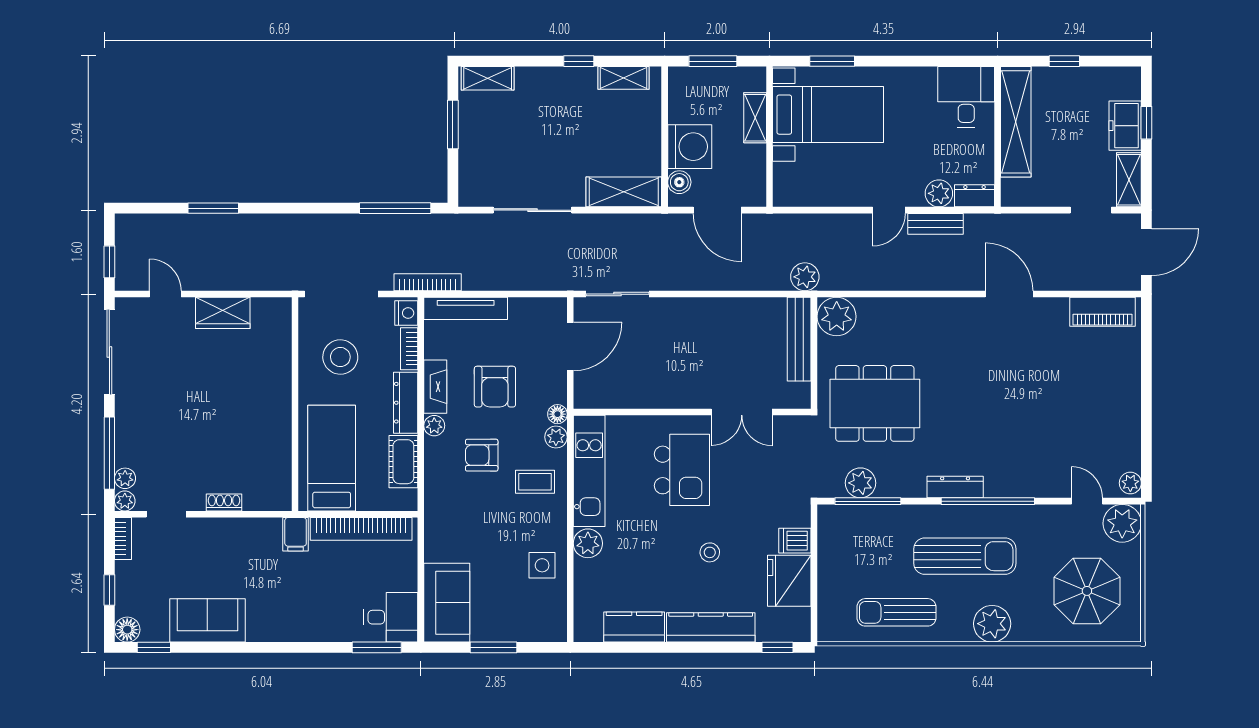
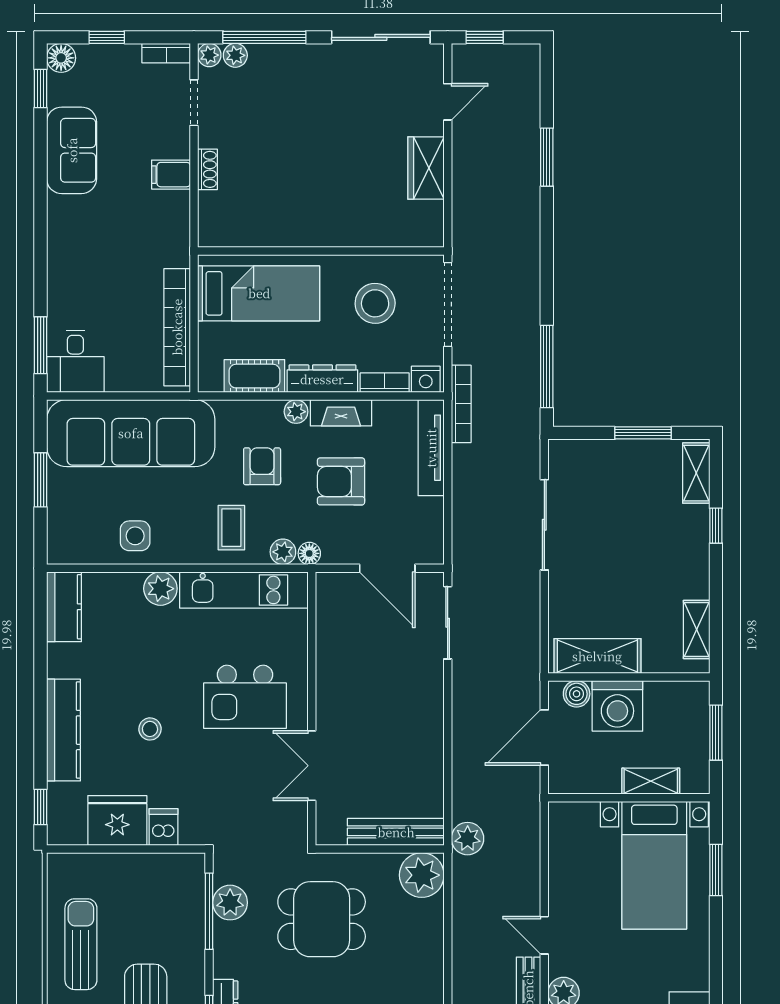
window: (579, 61) -> (716, 526), moved
shelving: (624, 192) -> (597, 656), moved, turned 90
dining table: (875, 403) -> (322, 919), width x0.73
filing cabinet: (296, 534) -> (171, 175), moved
sofa: (447, 603) -> (131, 433), width x1.85, depth x1.27
kitchen counter: (634, 627) -> (64, 607), moved

